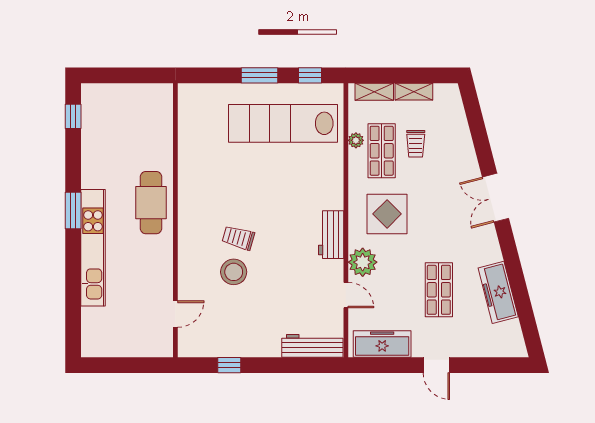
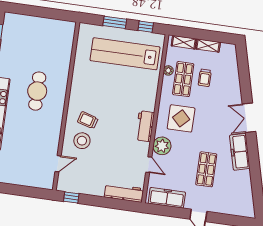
wall: (175, 220) -> (66, 106), moved
freezer: (498, 292) -> (240, 152), moved
door: (175, 314) -> (58, 164), moved

